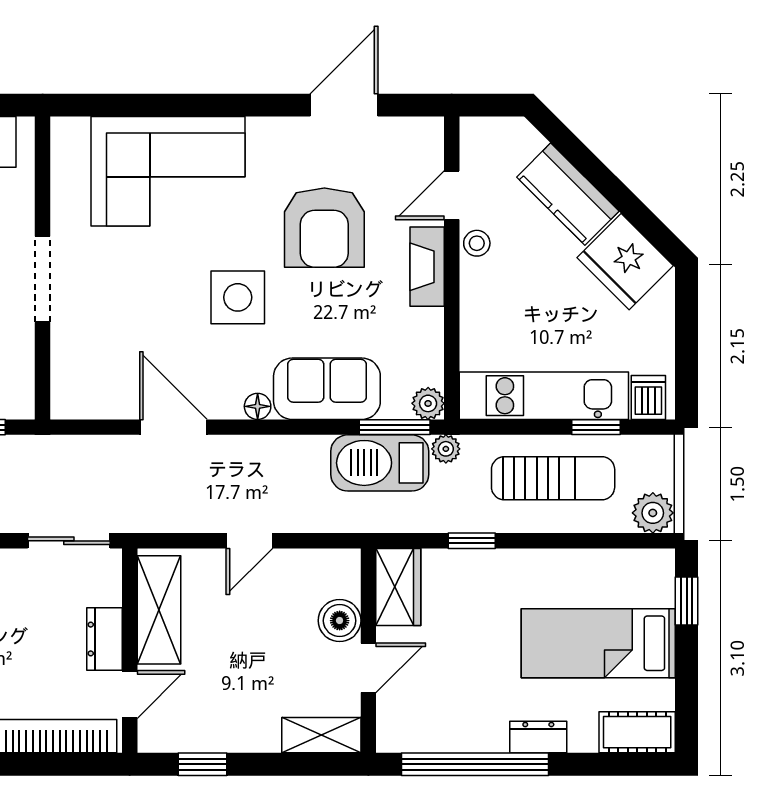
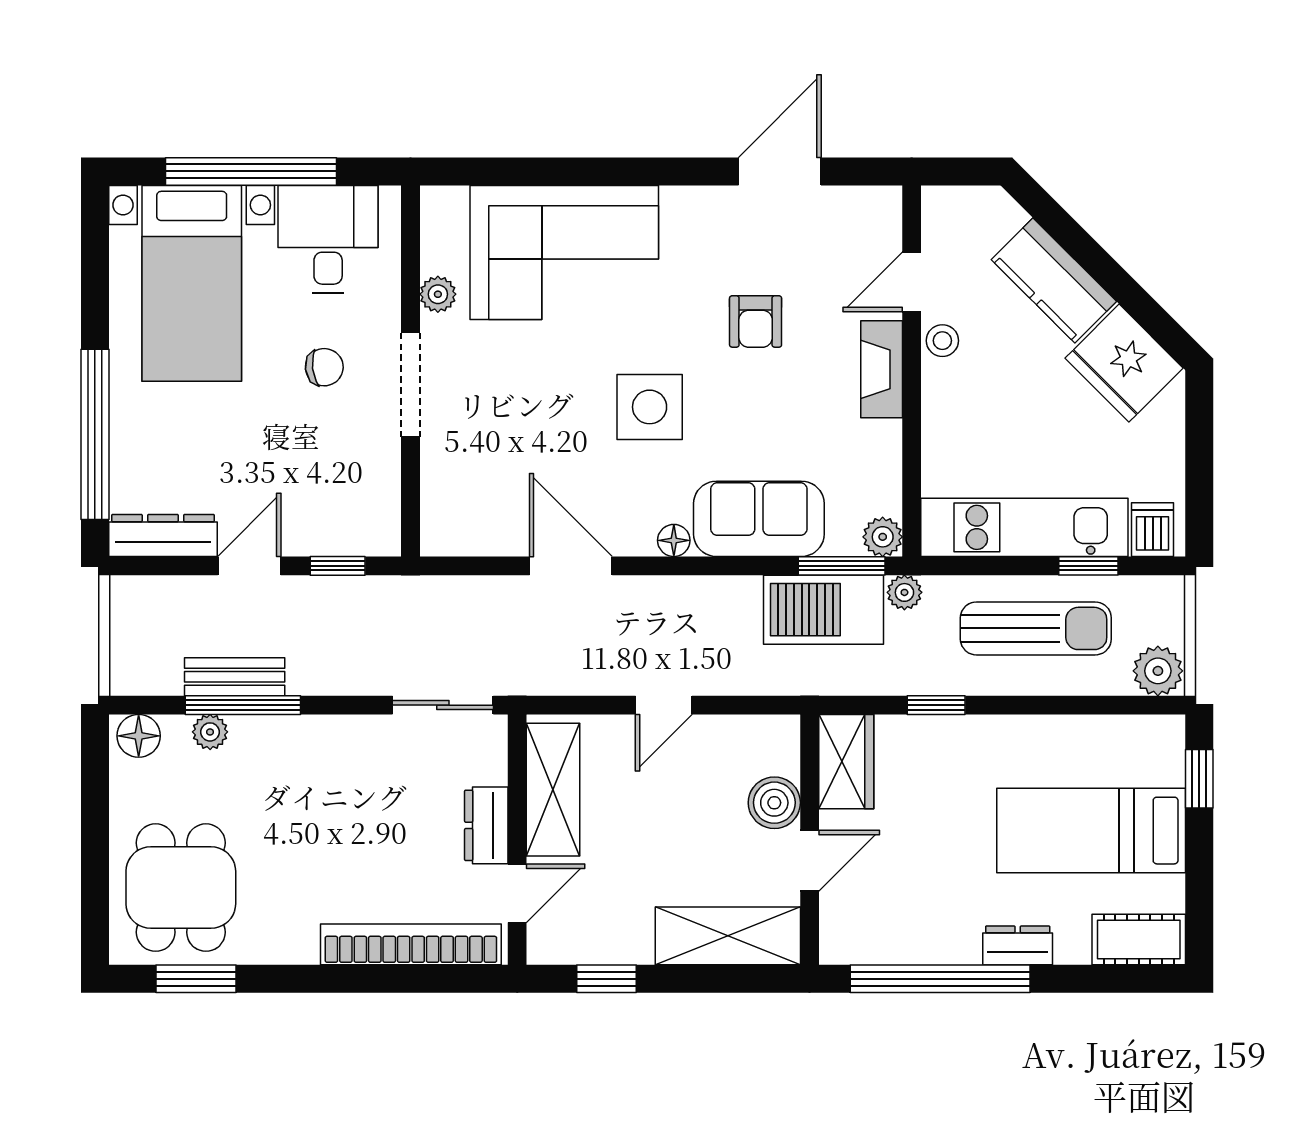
plant: (65, 205) -> (438, 294), added
armchair: (324, 228) -> (756, 321), width x0.53, depth x0.53
shelving: (321, 735) -> (728, 936), width x1.50, depth x1.33

